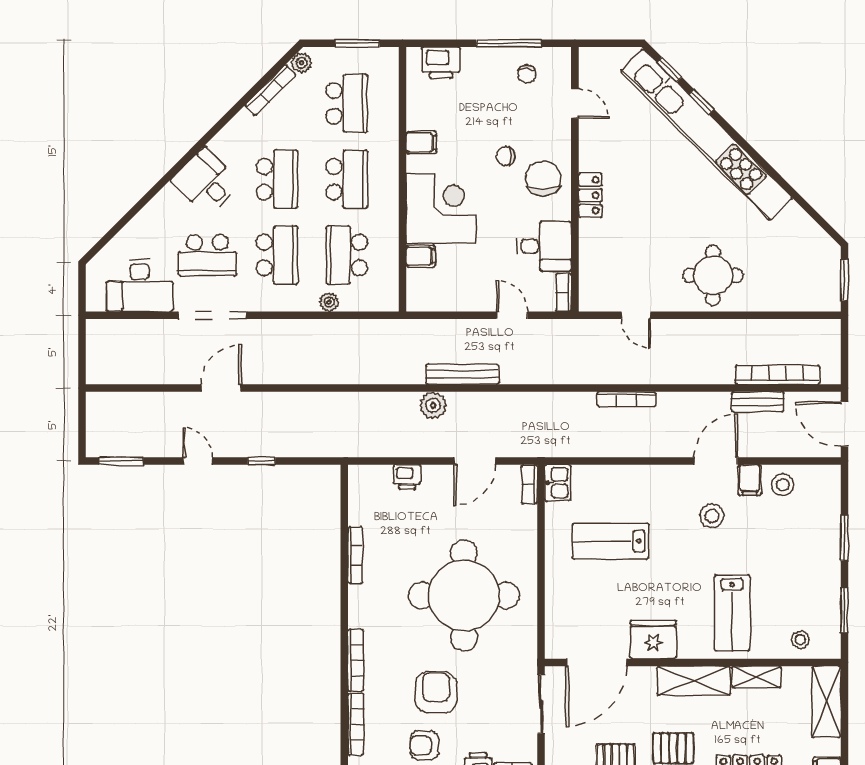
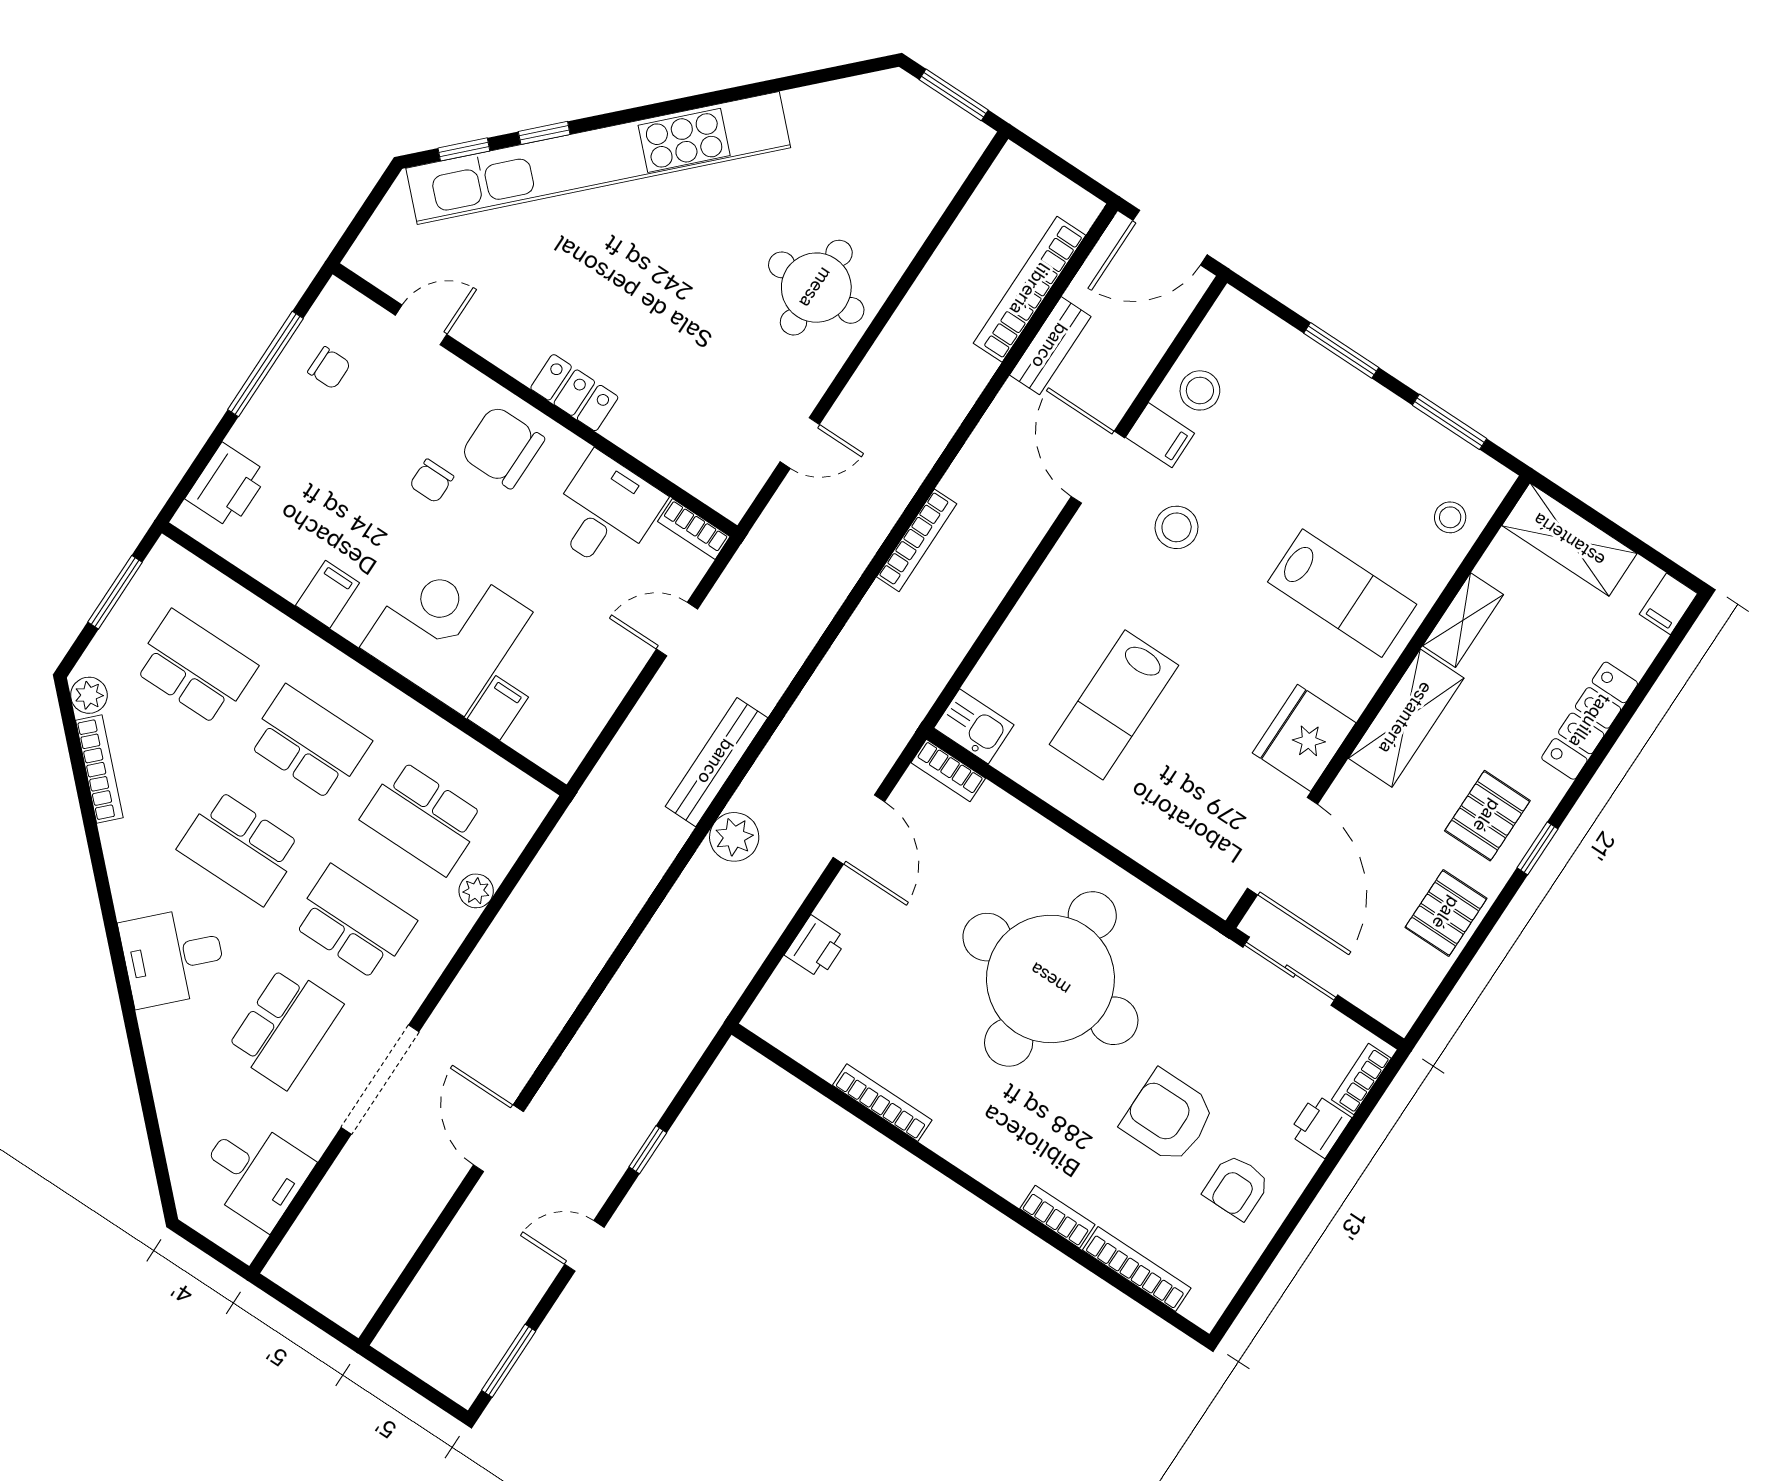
school desk: (277, 179) -> (240, 847), turned 180
desk: (140, 286) -> (255, 1173), width x0.73
bookcase: (356, 660) -> (1057, 1217), width x0.64

